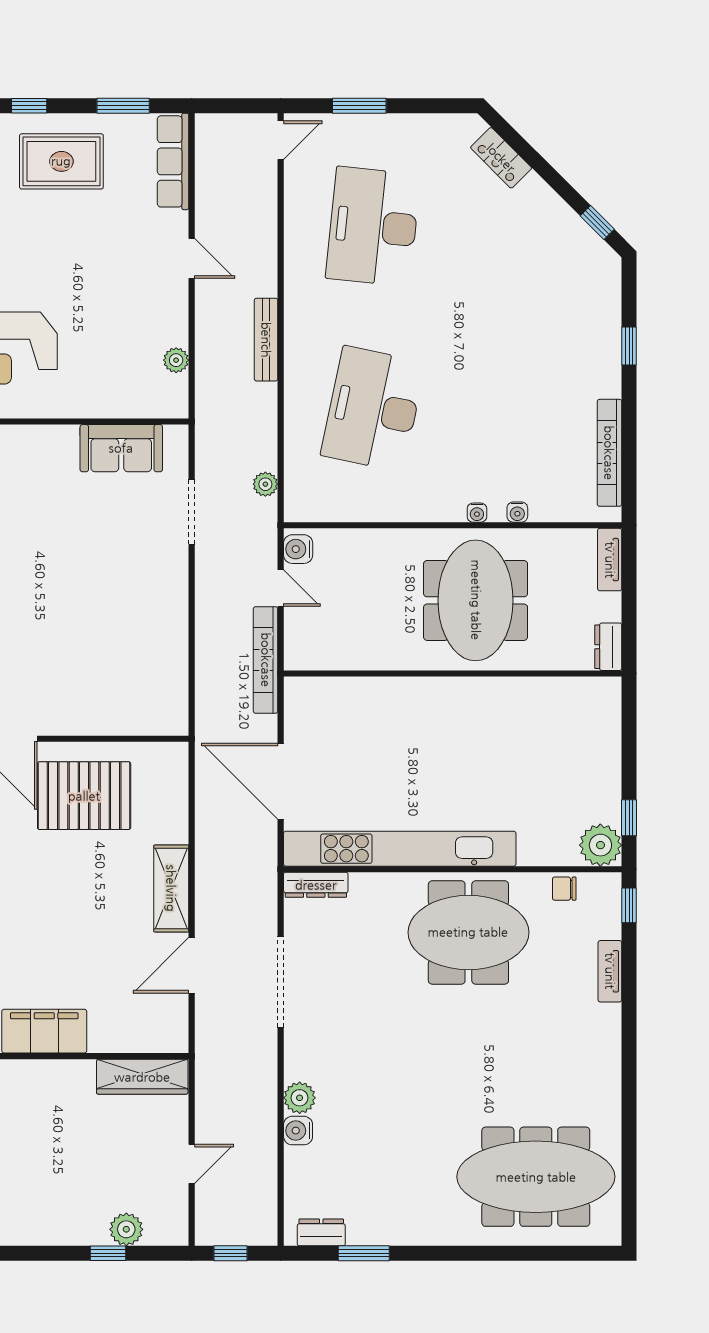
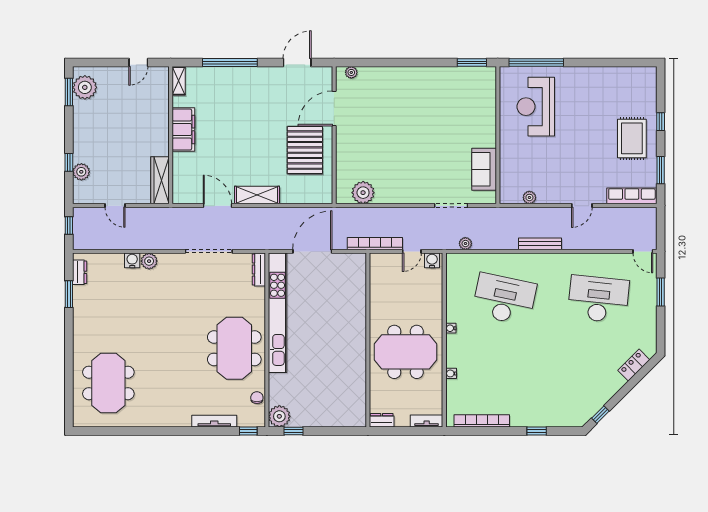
water cooler: (477, 513) -> (451, 328), moved
plant: (167, 683) -> (363, 193), added
tv unit: (610, 971) -> (214, 421), width x1.41
meeting table: (536, 1177) -> (108, 383), width x0.73

